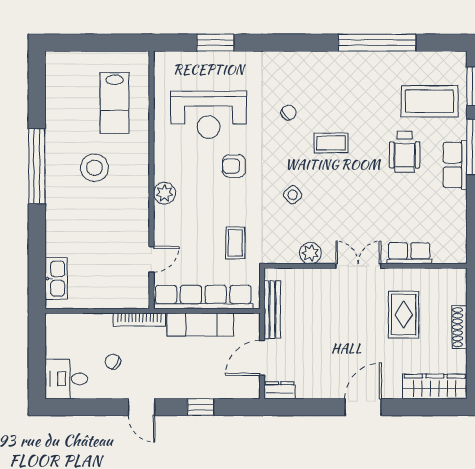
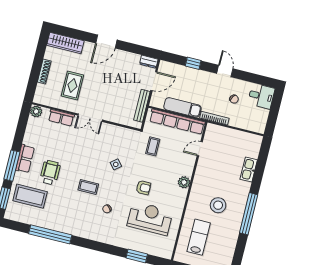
plant: (310, 253) -> (36, 111), moved
kitchen sink: (56, 279) -> (249, 170), moved

